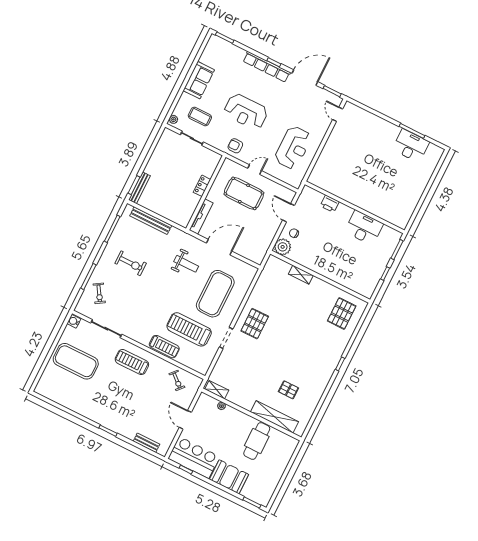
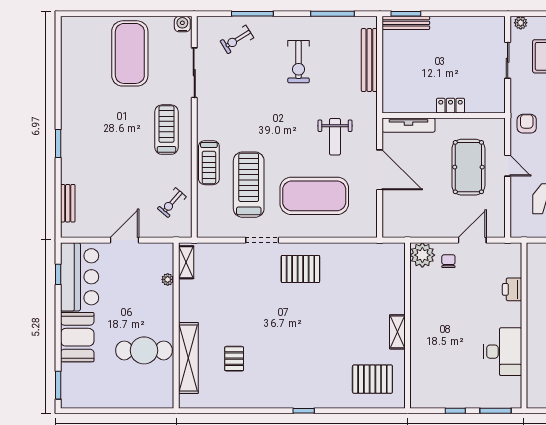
shelving: (301, 275) -> (397, 332), moved

